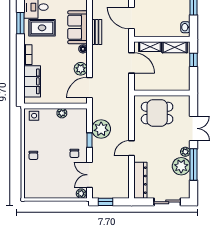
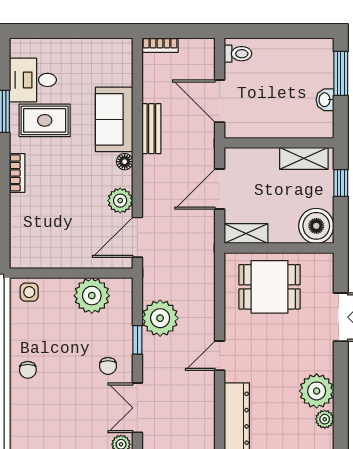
washbasin: (185, 27) -> (325, 100), moved
shelving: (150, 47) -> (246, 234), moved
door: (132, 63) -> (220, 189), swing flipped
filing cabinet: (32, 81) -> (25, 225), removed
boiler: (181, 82) -> (316, 226), added
plant: (62, 113) -> (92, 296), width x1.88, depth x1.88
plant: (185, 152) -> (325, 419), moved
window: (193, 165) -> (341, 388), removed

